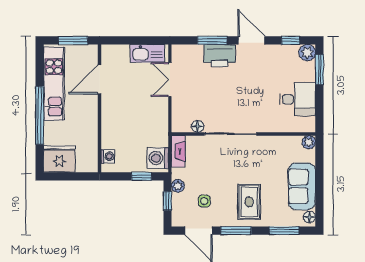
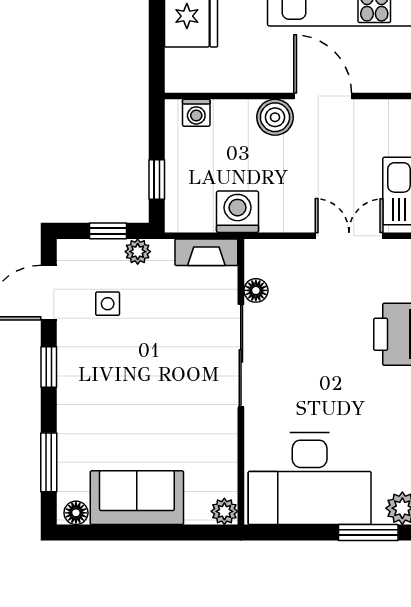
door: (100, 79) -> (323, 96), moved
desk: (298, 99) -> (310, 479), width x1.87, depth x1.30
boiler: (110, 117) -> (275, 117), added
washing machine: (158, 158) -> (238, 212), moved
rug: (249, 202) -> (106, 393), removed
window: (236, 231) -> (49, 367), width x0.67

